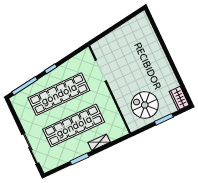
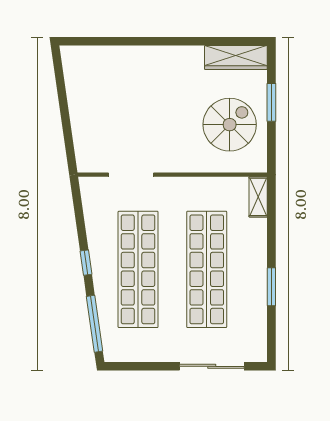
wardrobe: (179, 98) -> (236, 57), width x1.50
spiral stairs: (145, 105) -> (230, 125), turned 180
shelving: (99, 142) -> (258, 197), moved

